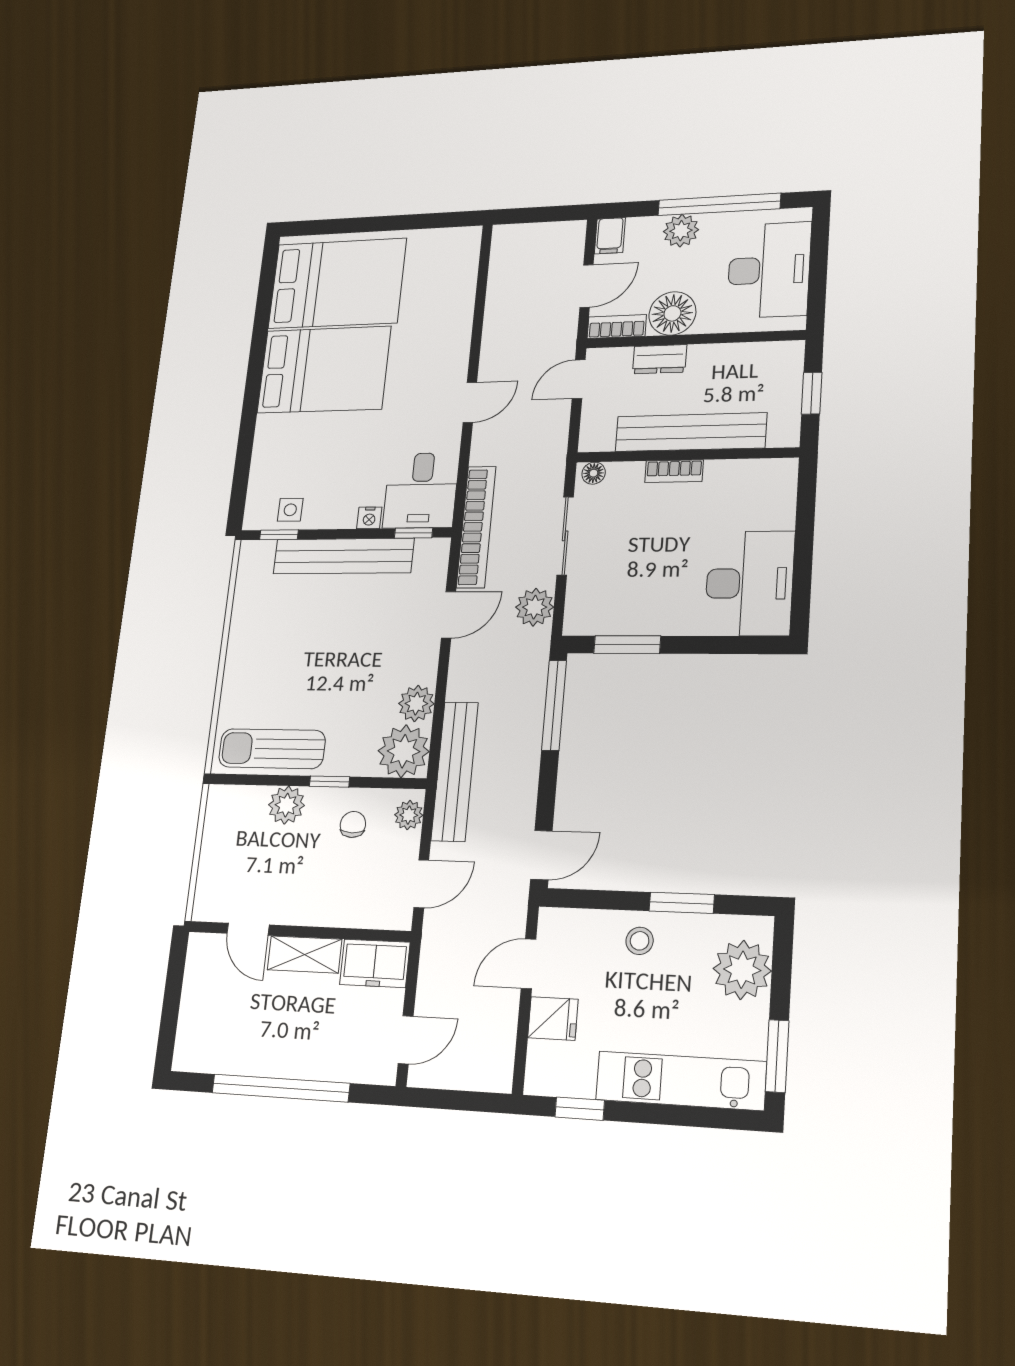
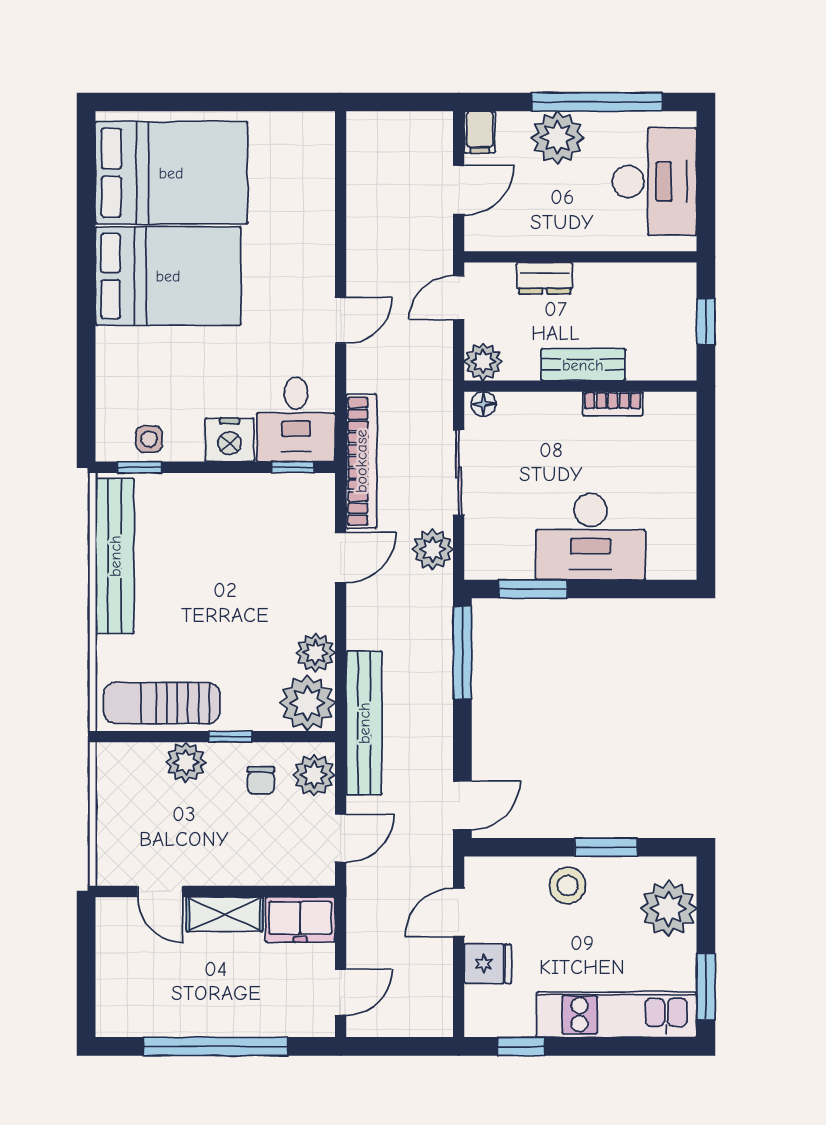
plant: (681, 231) -> (558, 138), width x1.36, depth x1.36
floor lamp: (672, 313) -> (555, 226), removed
bookcase: (617, 327) -> (496, 239), removed
bench: (691, 432) -> (583, 365), width x0.54, depth x0.82
plant: (596, 435) -> (483, 362), added
bookcase: (674, 471) -> (613, 404), moved
nightstand: (369, 518) -> (230, 440), width x1.89, depth x1.79
bench: (343, 556) -> (115, 556), moved, turned 90
desk: (749, 583) -> (591, 537), moved, turned 90
plant: (409, 815) -> (314, 775), width x1.38, depth x1.38
chair: (353, 824) -> (261, 780), turned 180
stool: (640, 941) -> (568, 886), width x1.37, depth x1.37

